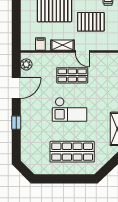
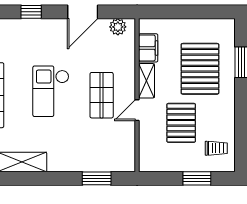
filing cabinet: (40, 44) -> (148, 48), width x2.00
door: (16, 88) -> (83, 12), hinge flipped

